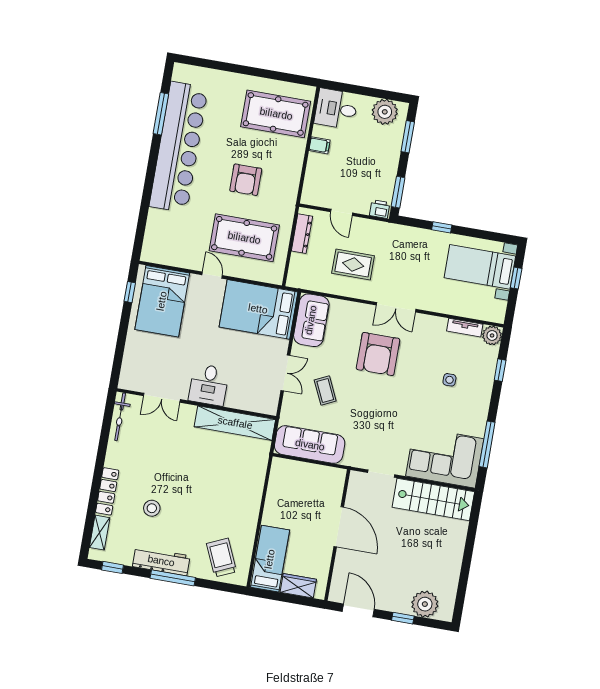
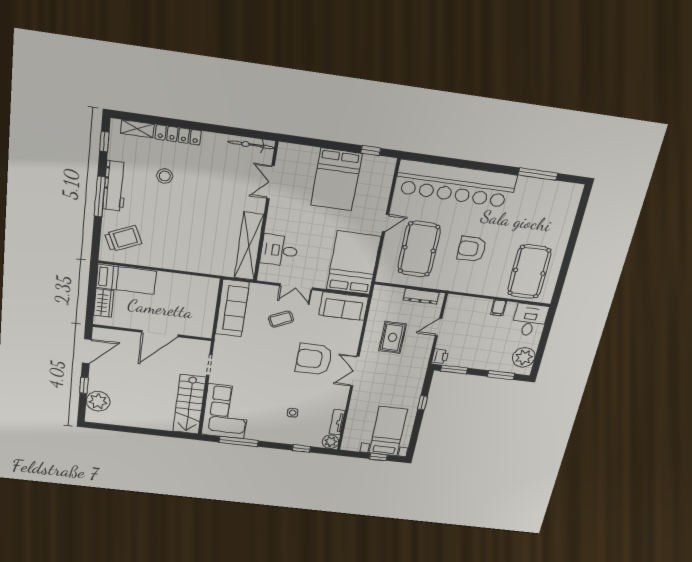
bar counter: (179, 147) -> (456, 184), moved
bed: (162, 301) -> (336, 180), moved, turned -90
desk: (209, 385) -> (279, 250), moved

